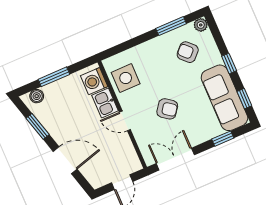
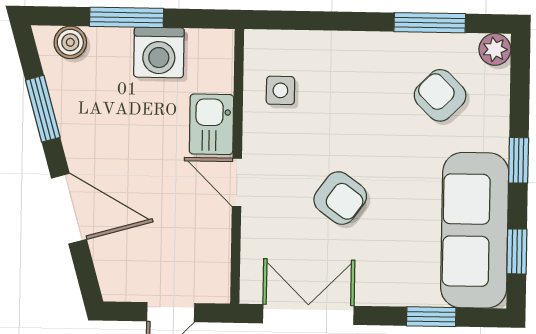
side table: (126, 78) -> (280, 90), width x0.54, depth x0.54
washing machine: (94, 81) -> (159, 53), moved, turned -90

